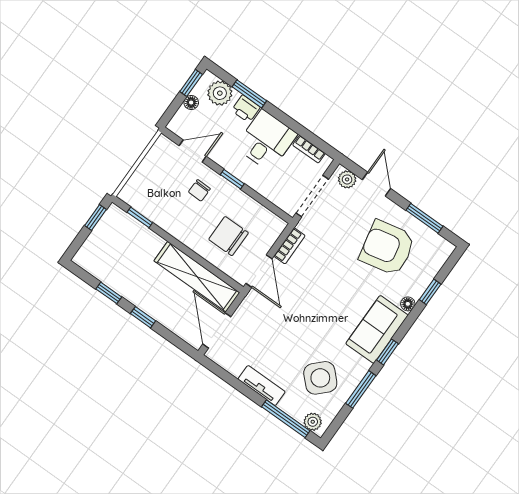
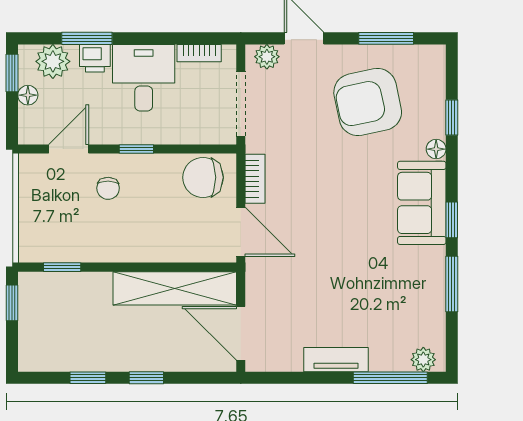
chair: (228, 236) -> (203, 177), moved
side table: (320, 378) -> (397, 304), removed

